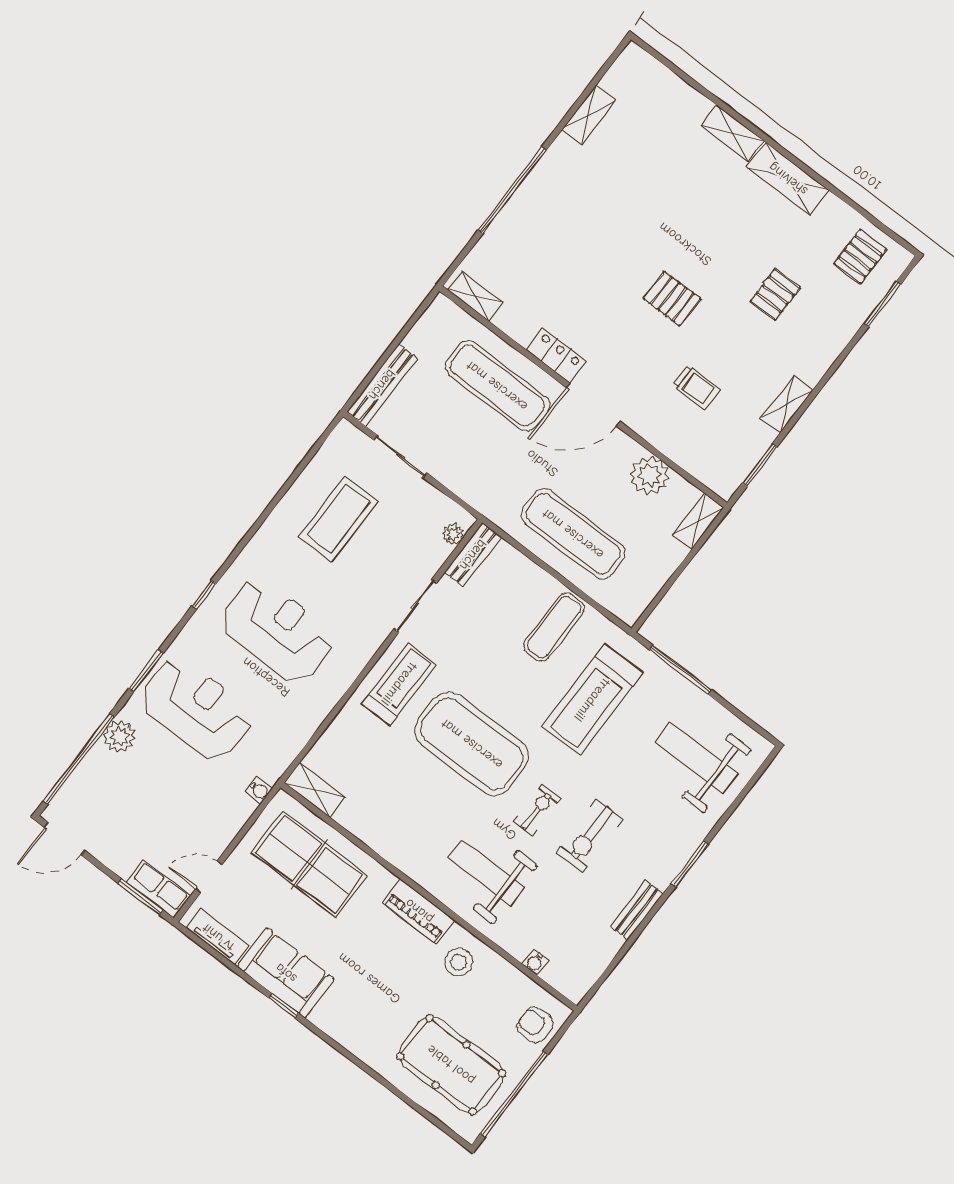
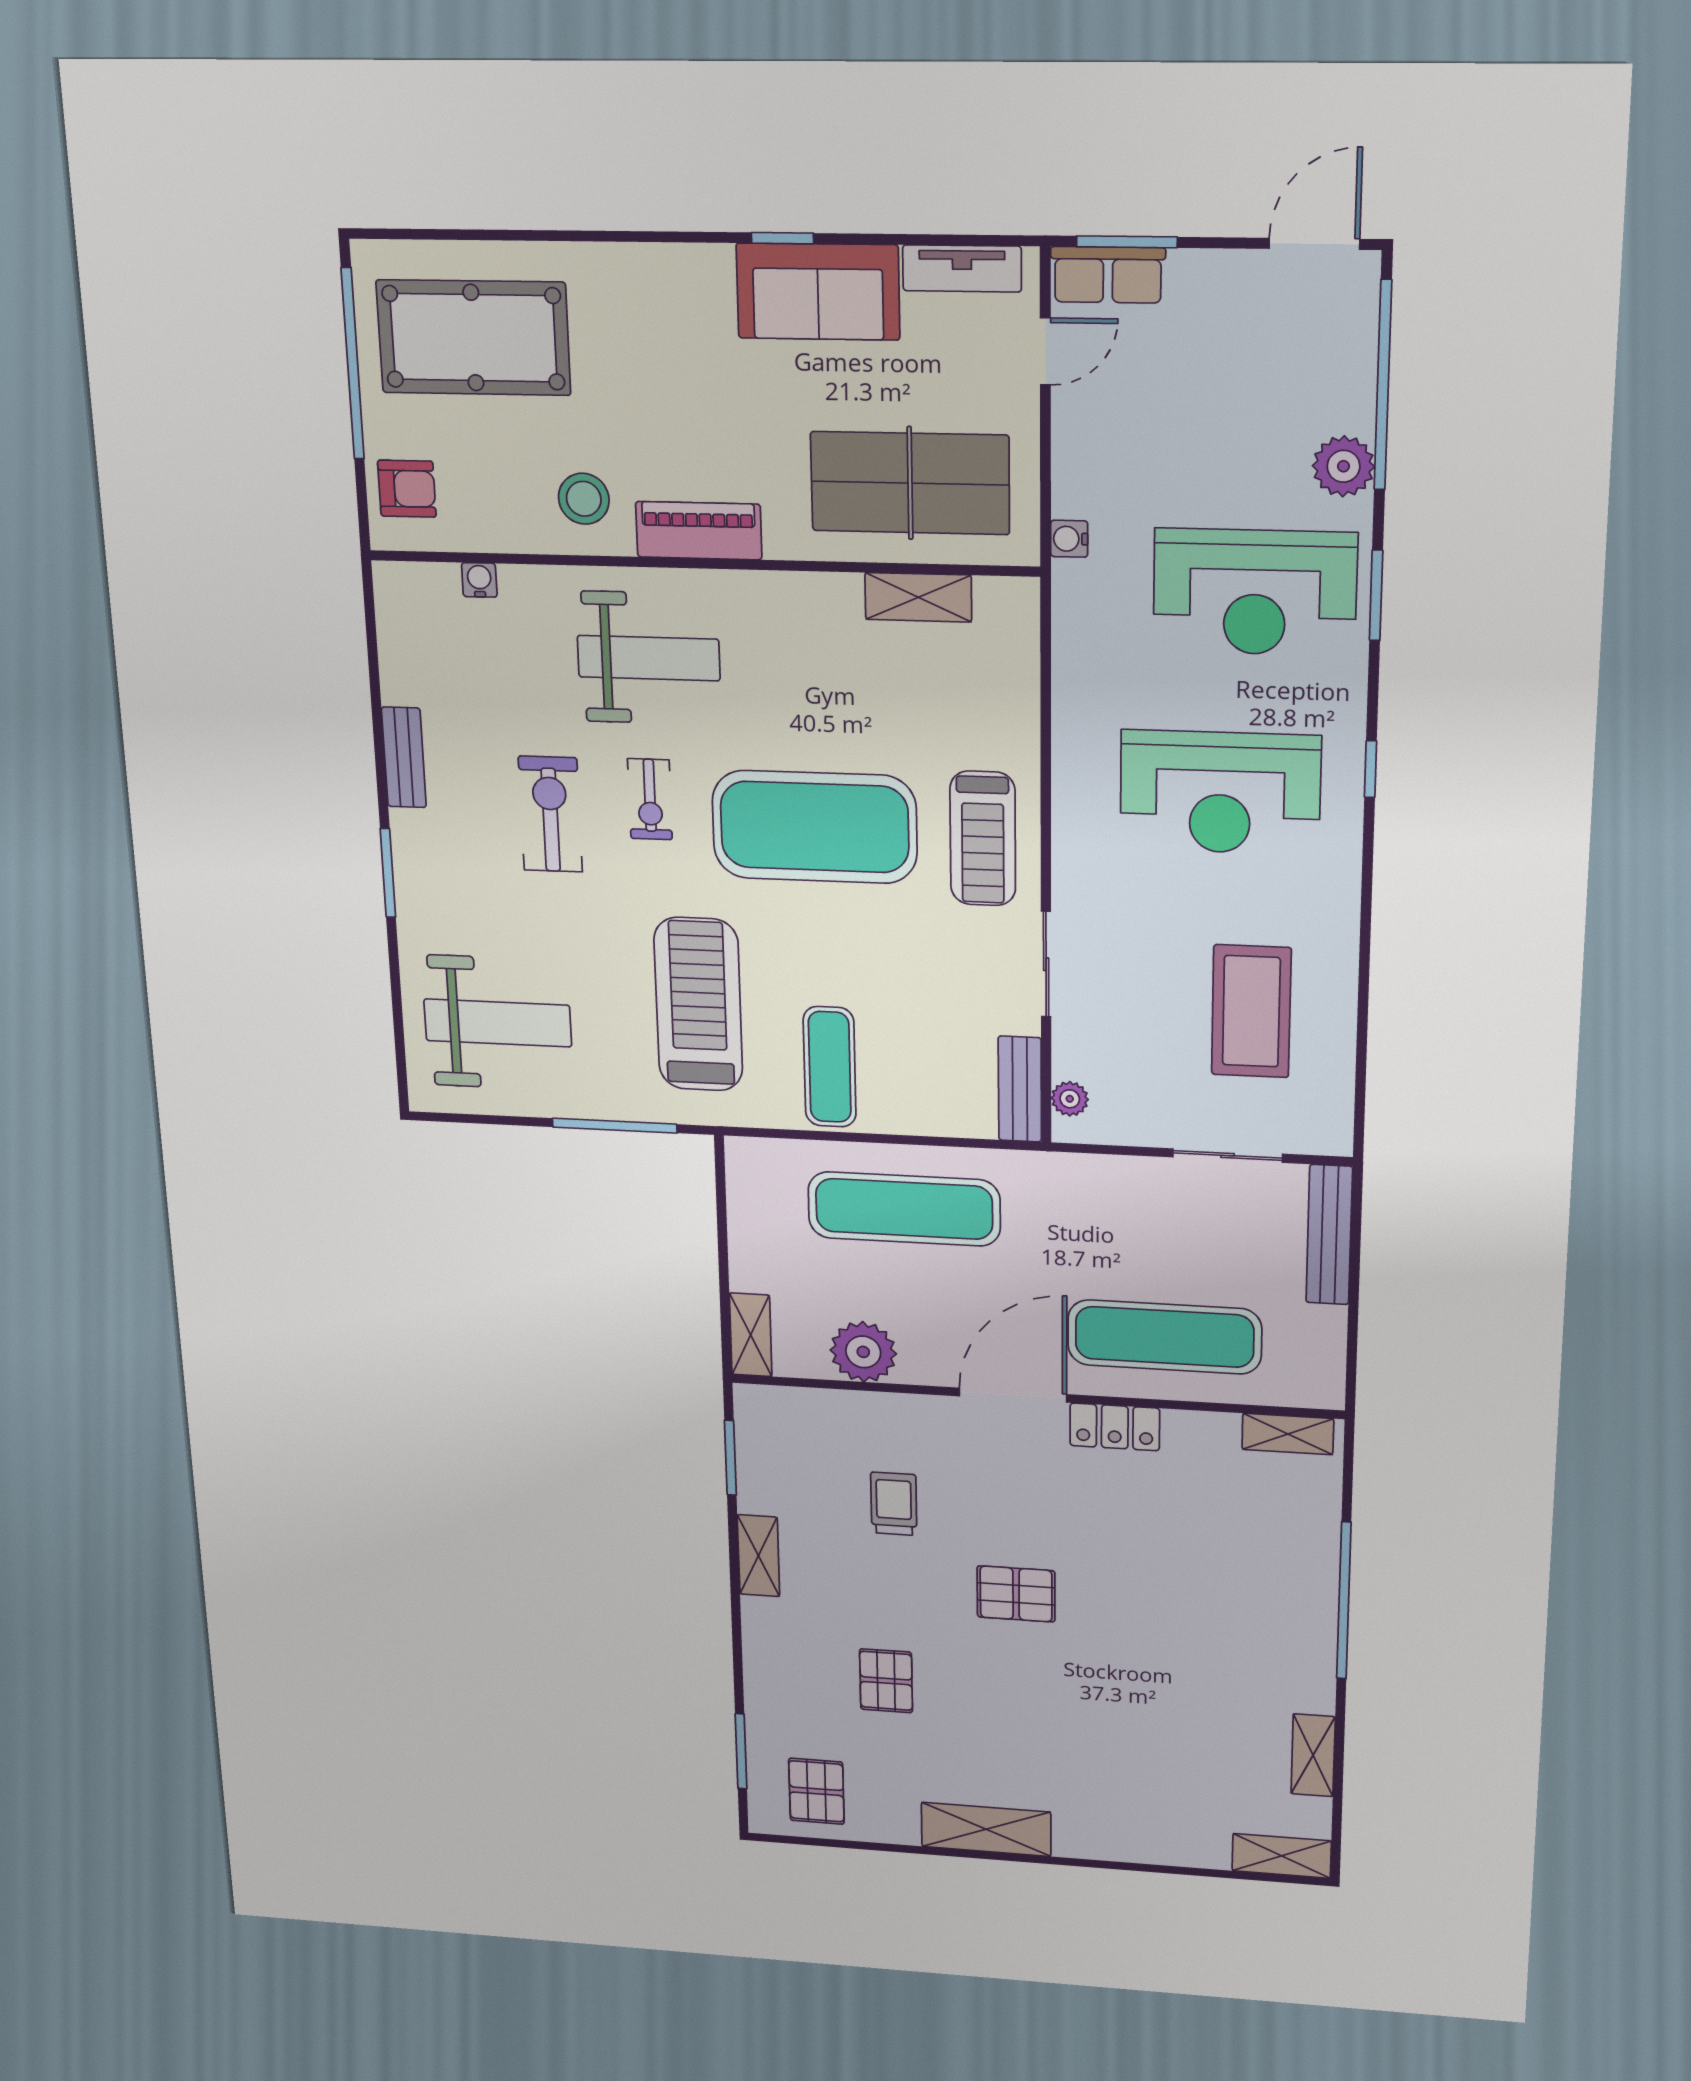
shelving: (732, 133) -> (1282, 1856), moved
trolley: (696, 387) -> (894, 1504), turned 90
shelving: (315, 790) -> (918, 597), moved

